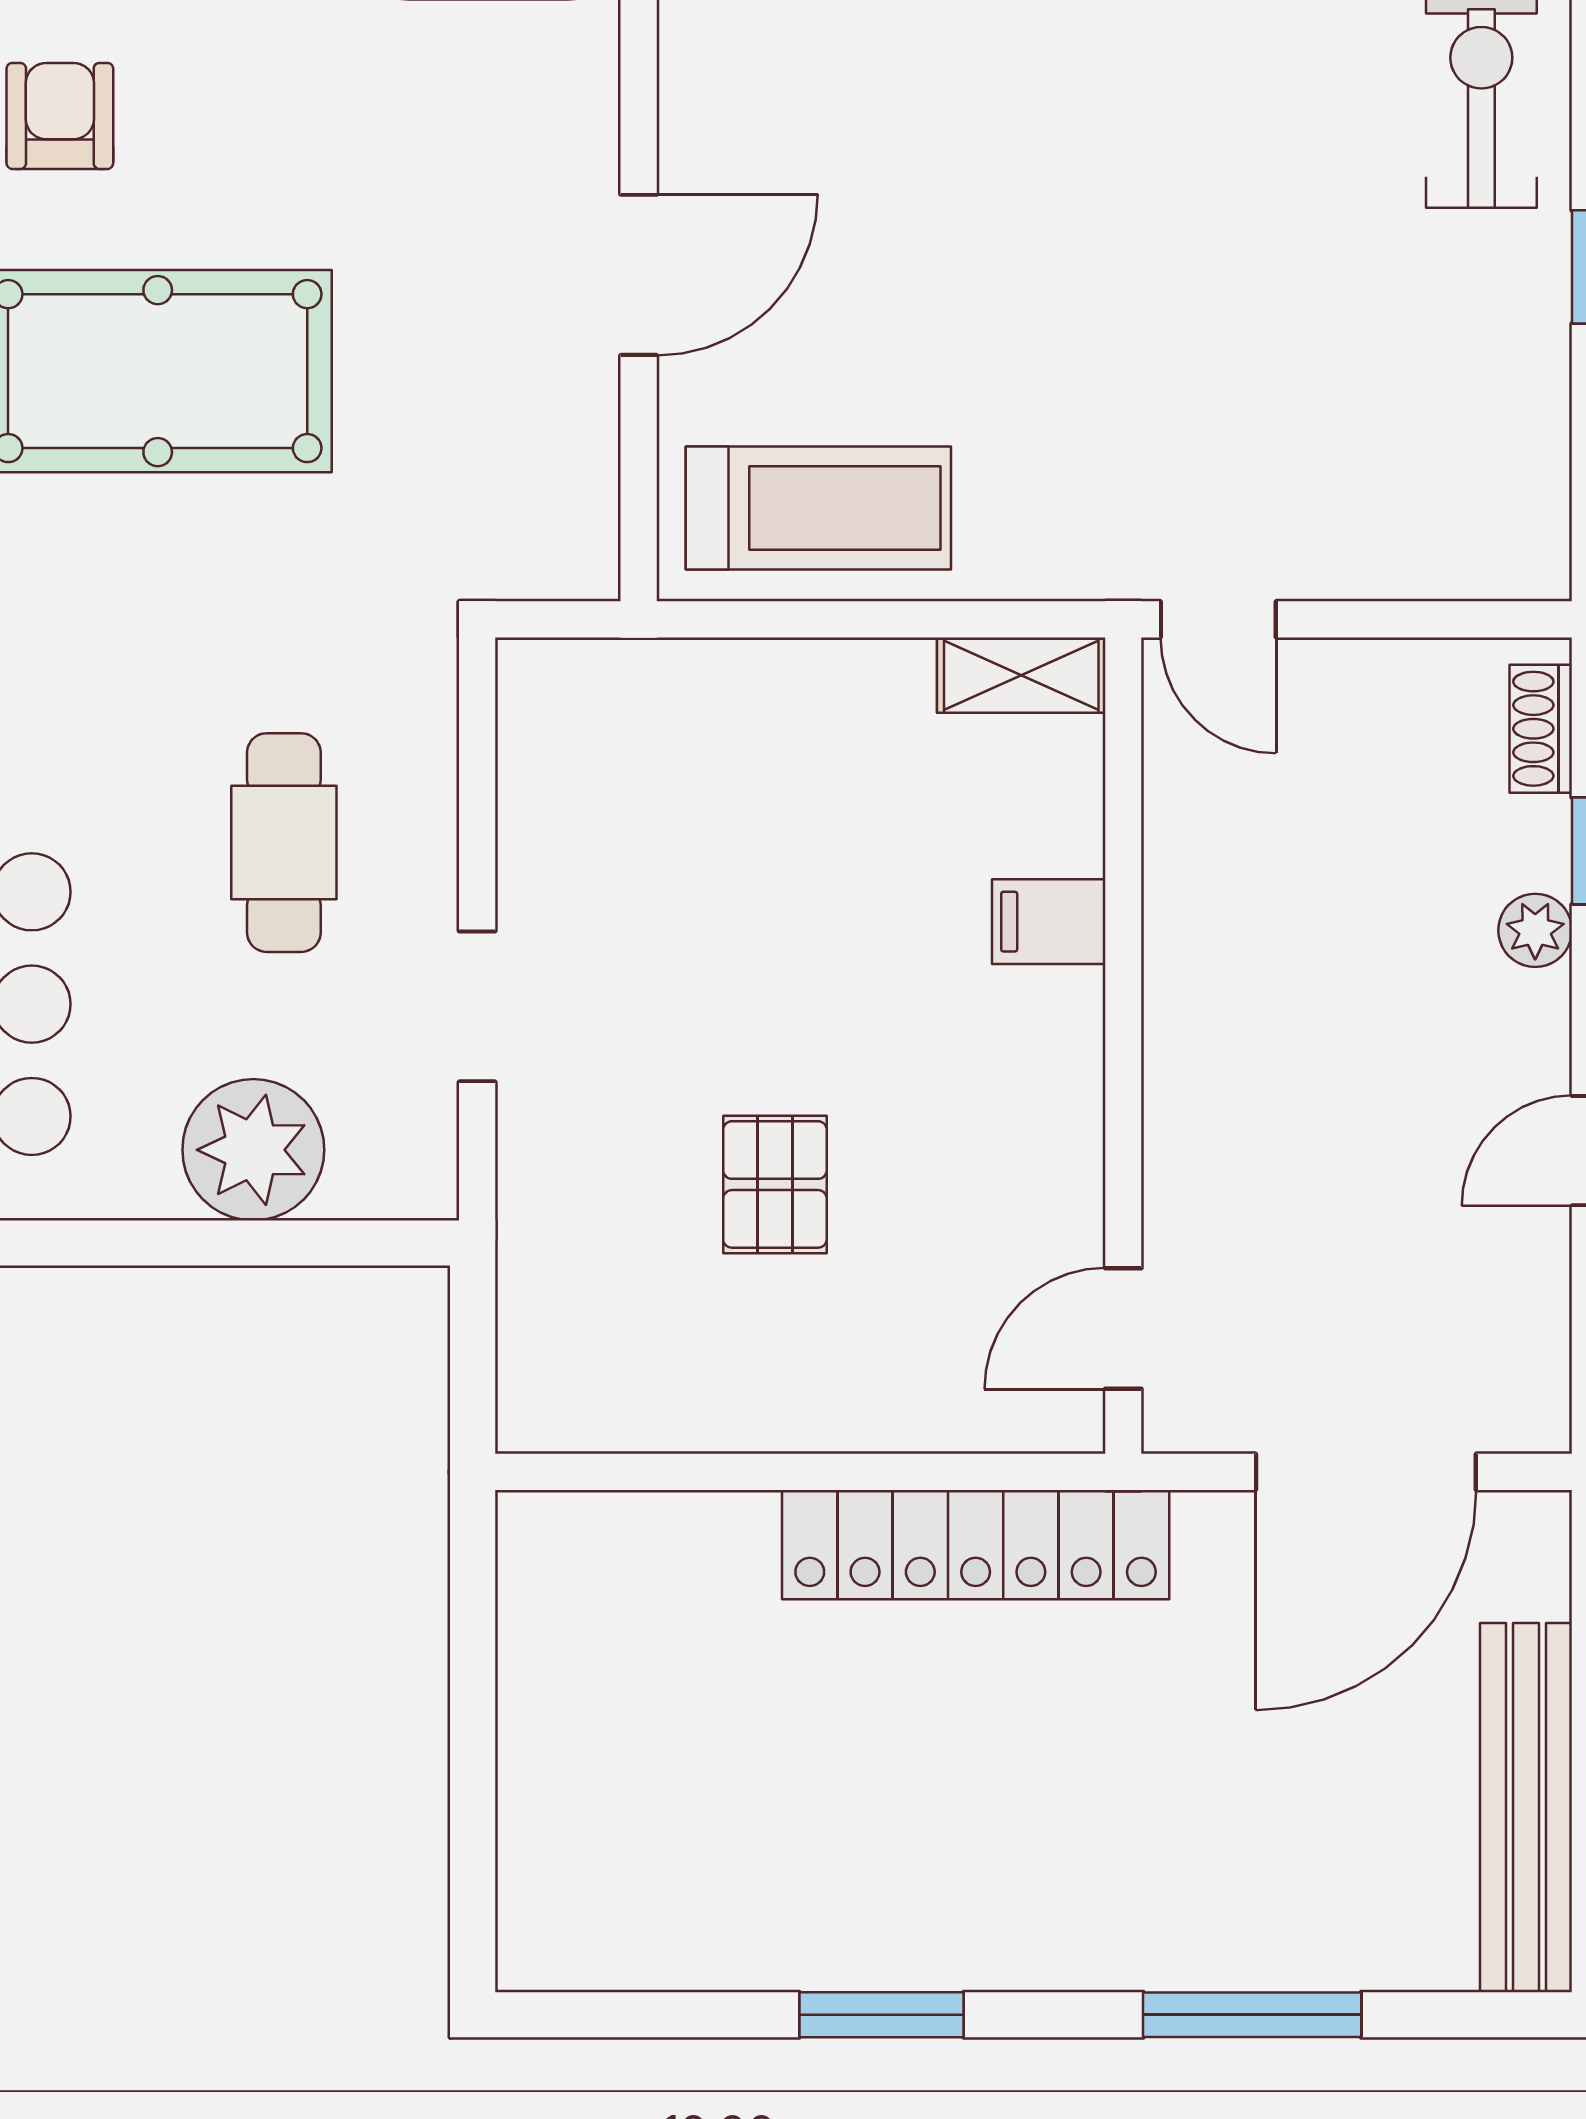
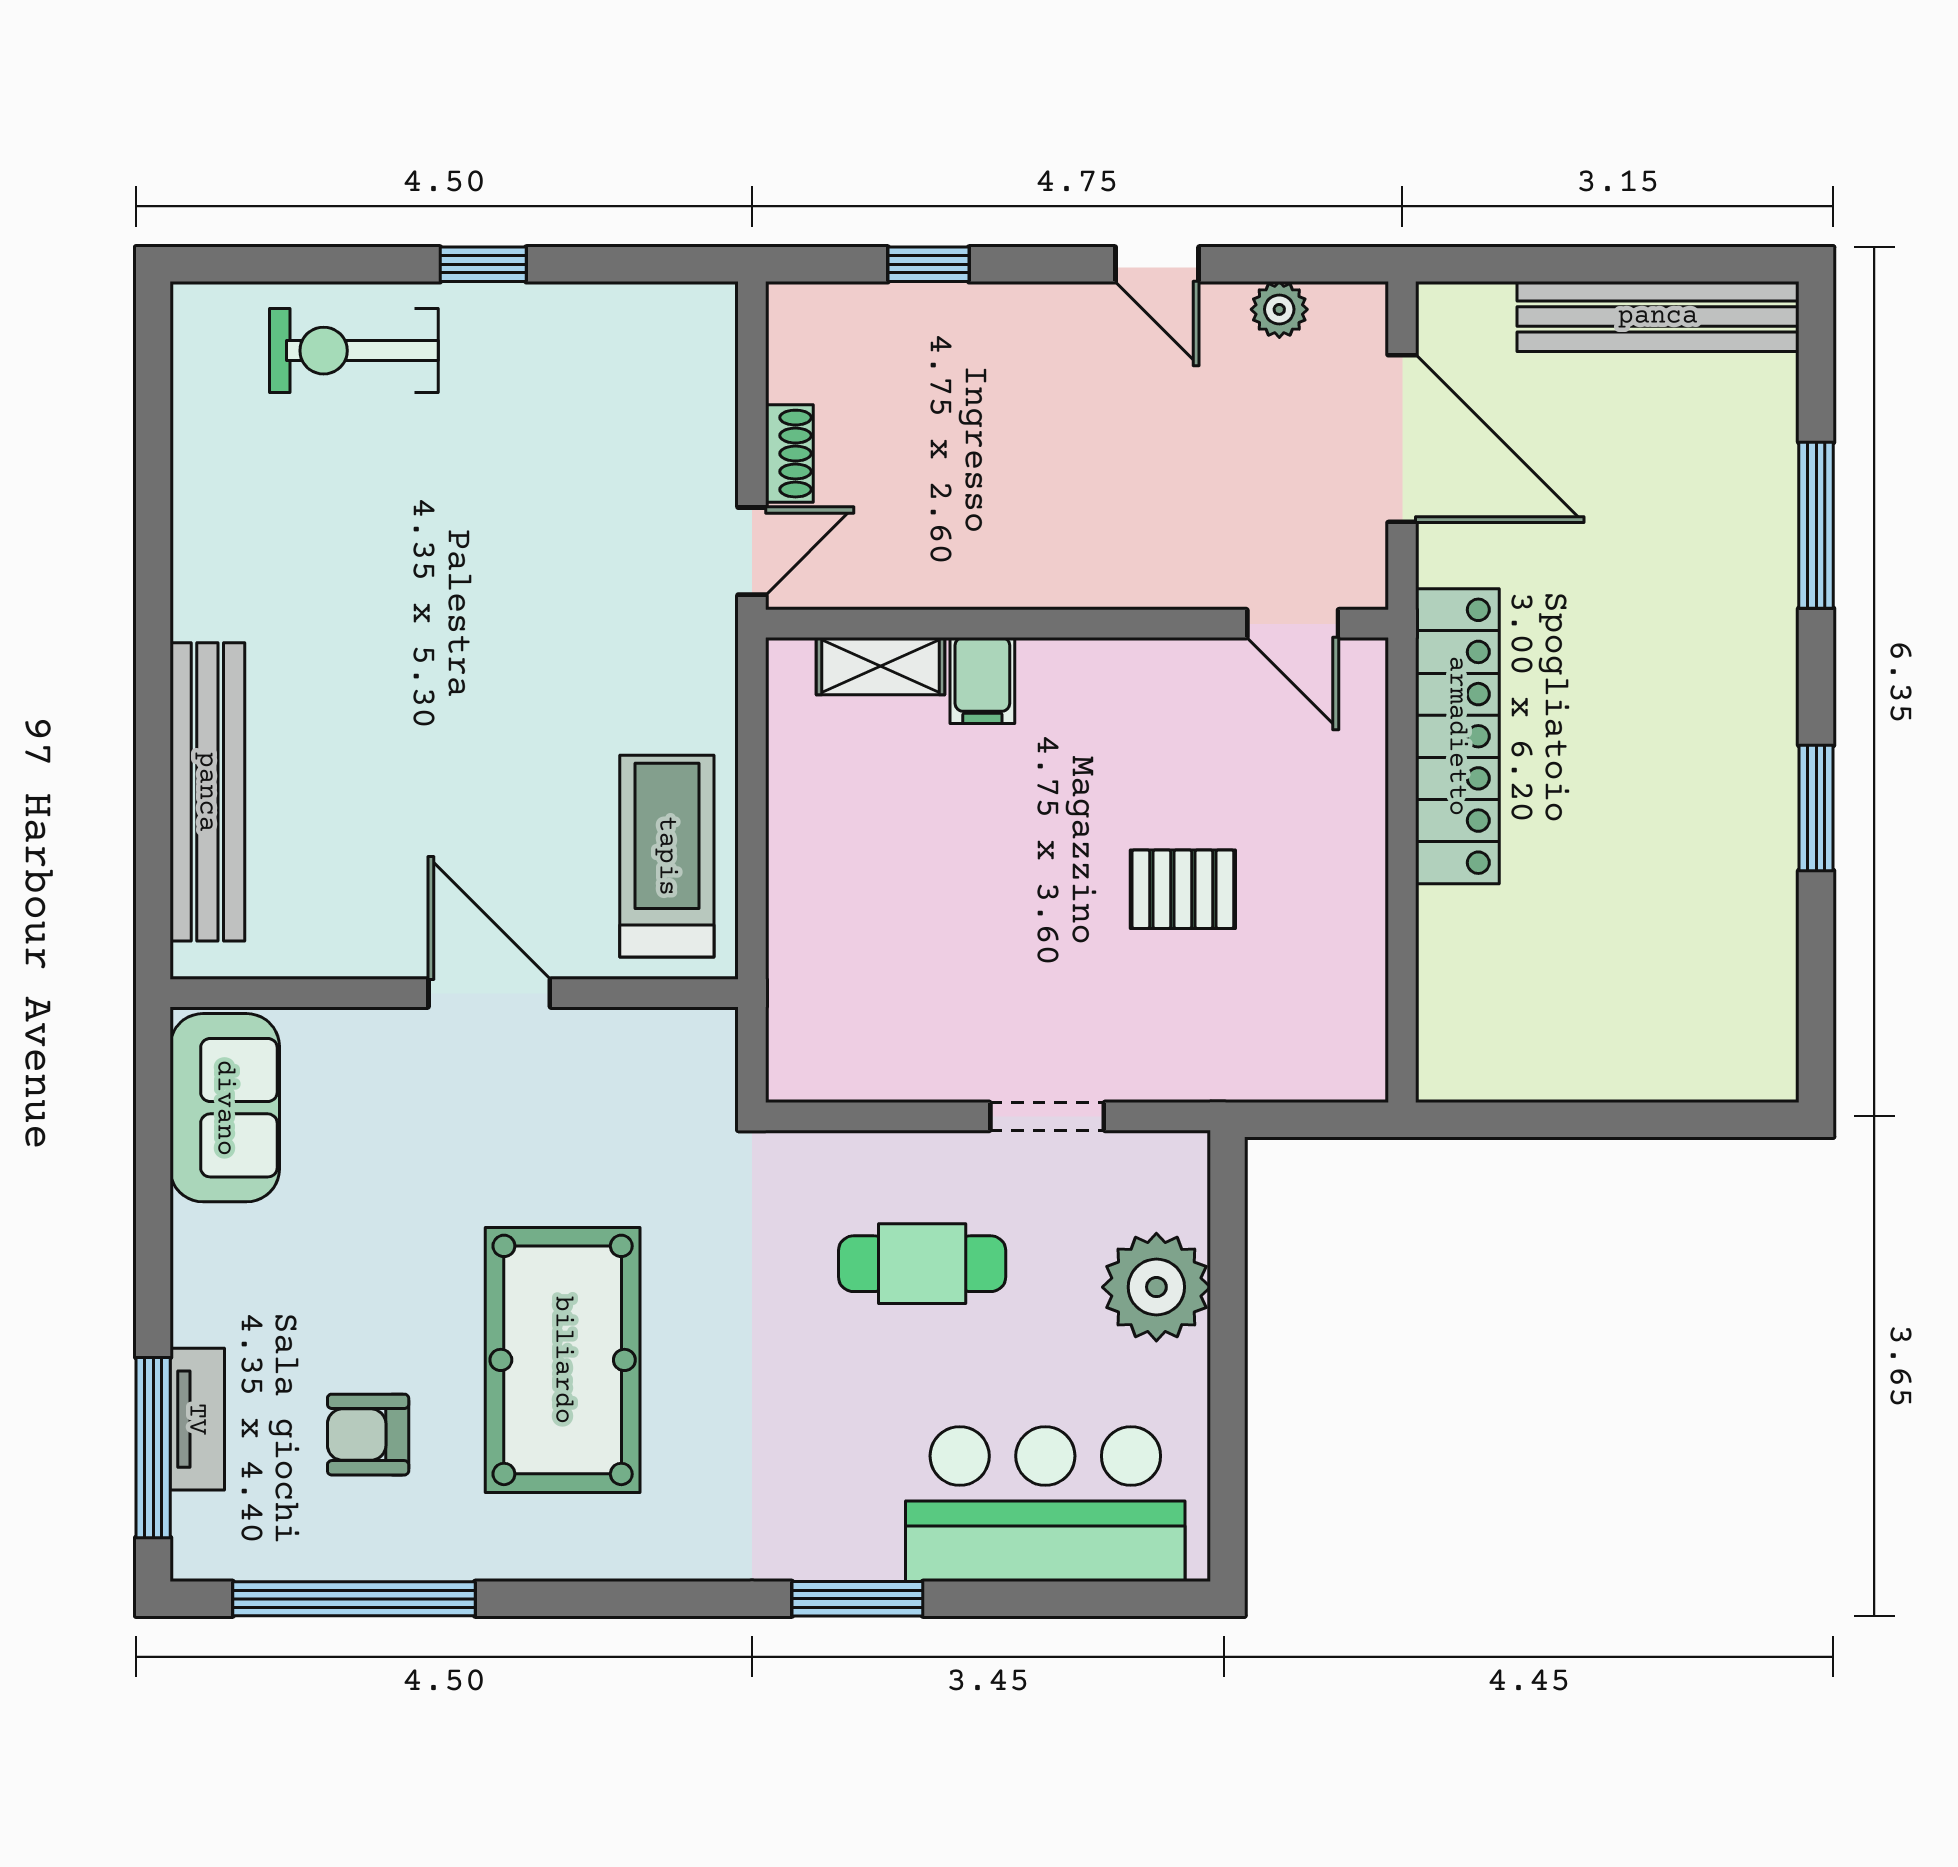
shelving: (1021, 675) -> (880, 666), moved, turned 90
shoe rack: (1541, 729) -> (789, 454), moved, turned -90
plant: (1535, 930) -> (1279, 309), moved

